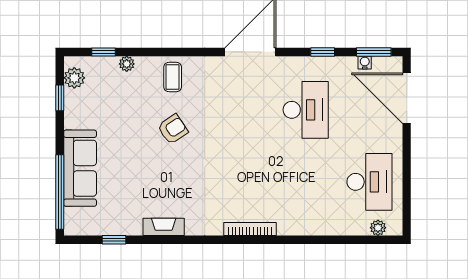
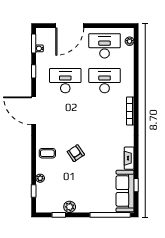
plant: (74, 78) -> (70, 207), moved
door: (407, 98) -> (70, 26), moved
sofa: (80, 168) -> (125, 191), moved, turned -90
desk: (306, 182) -> (105, 81), added

